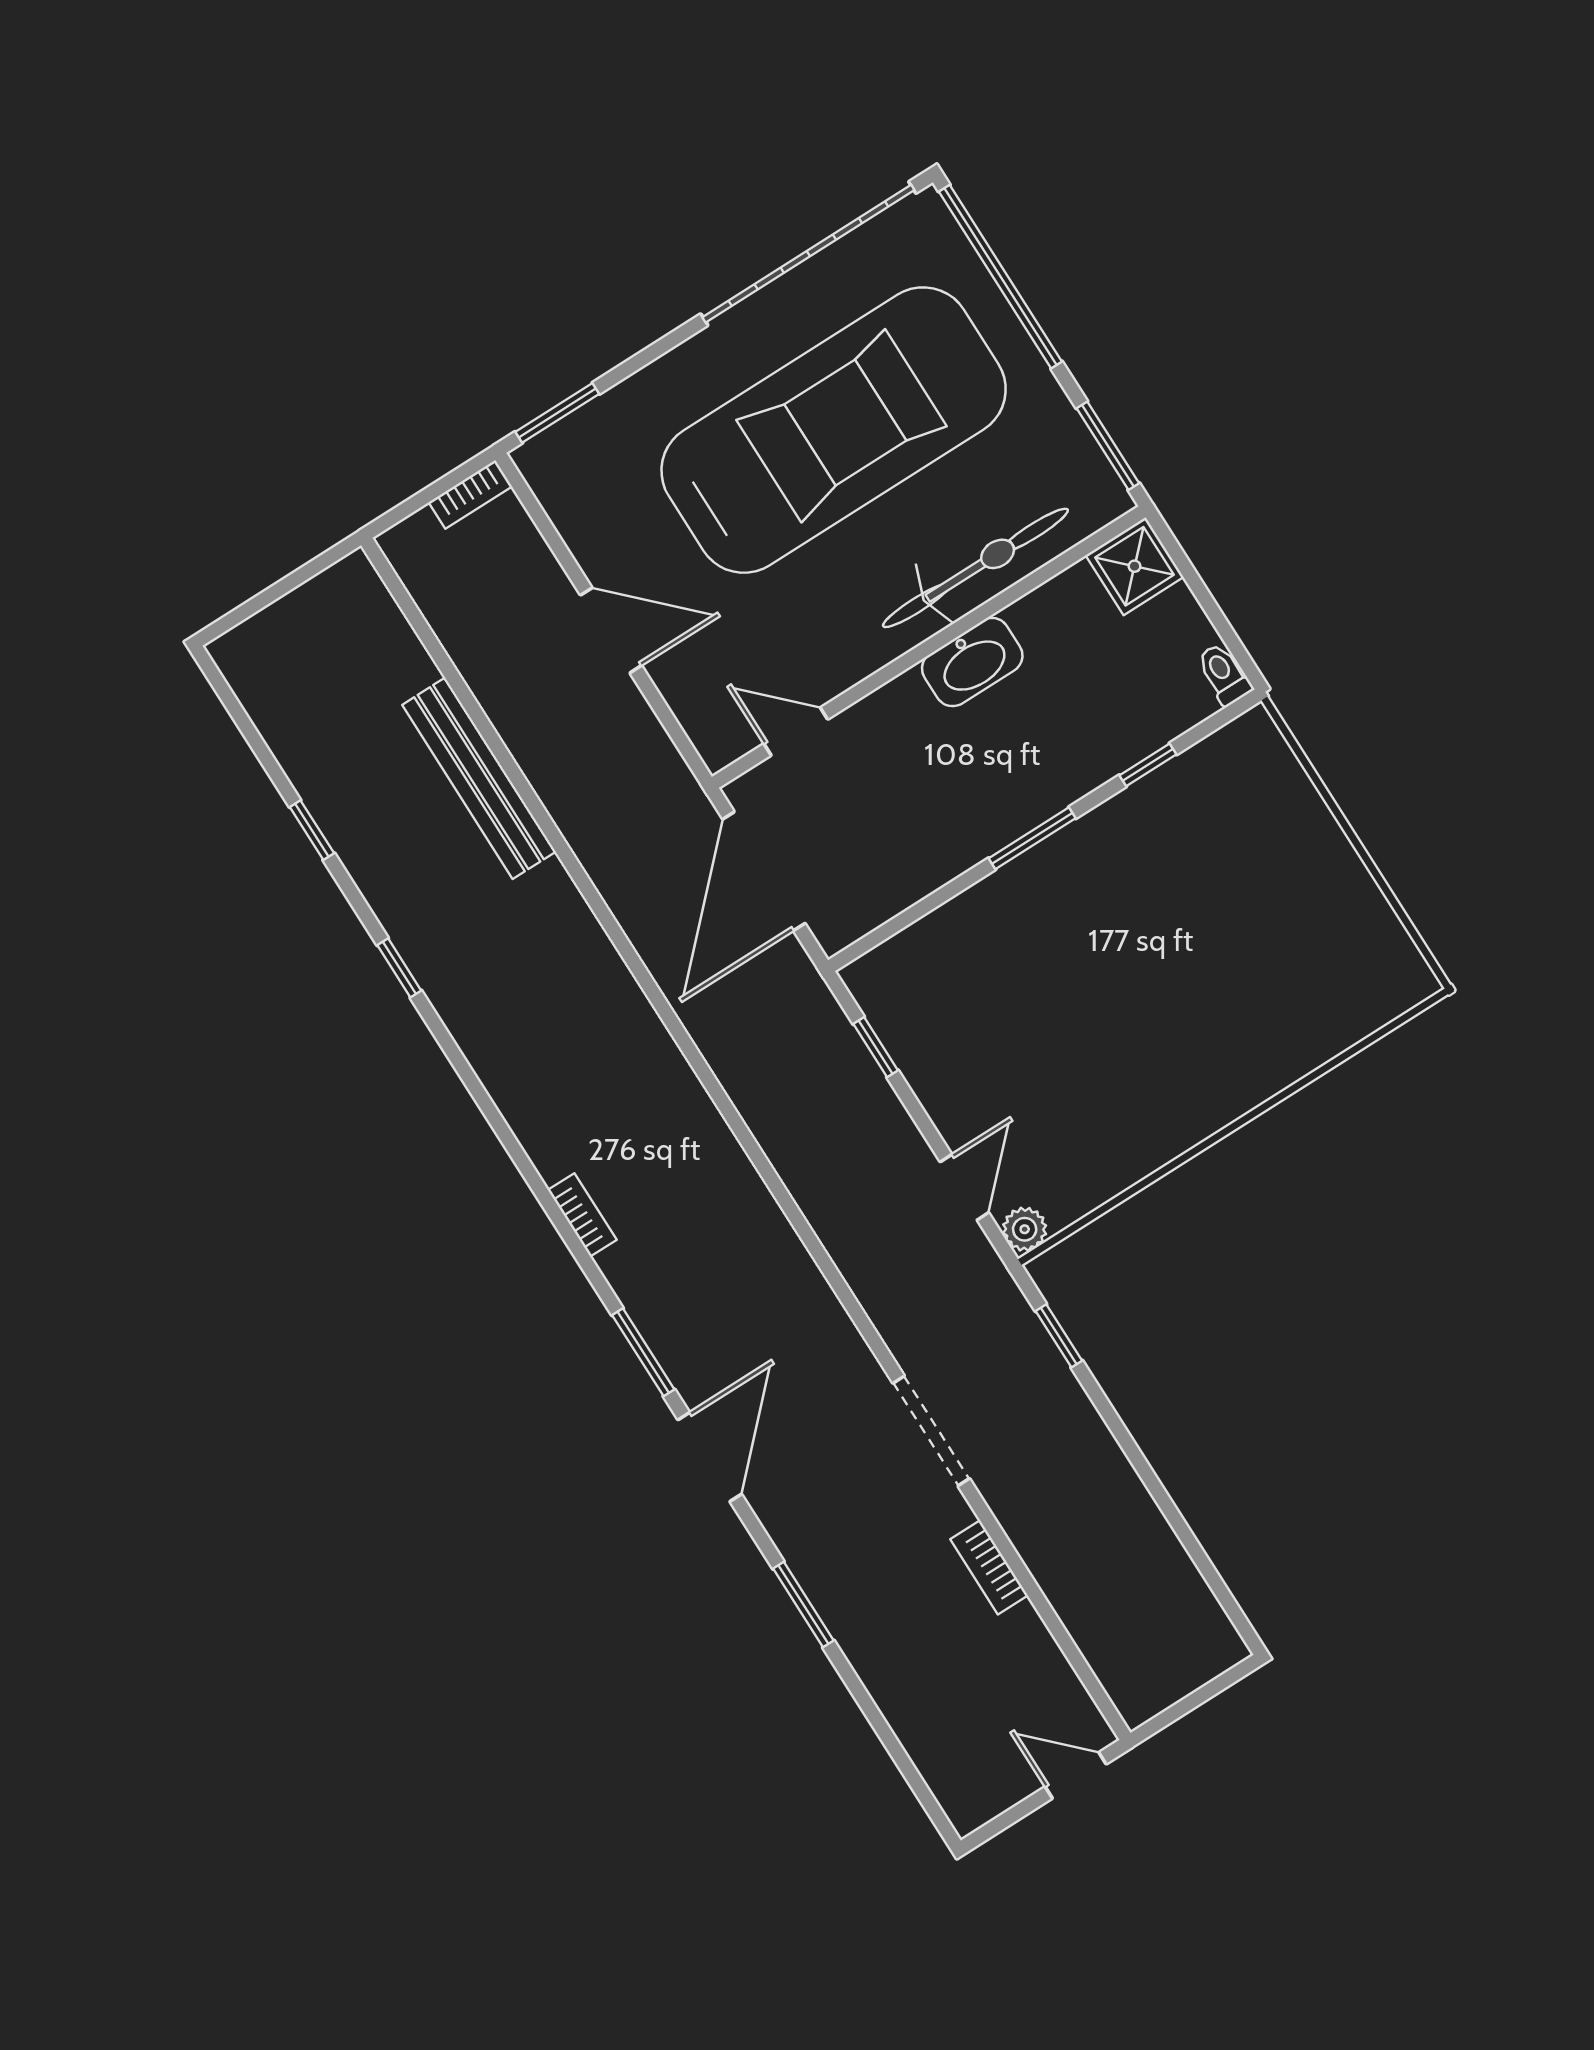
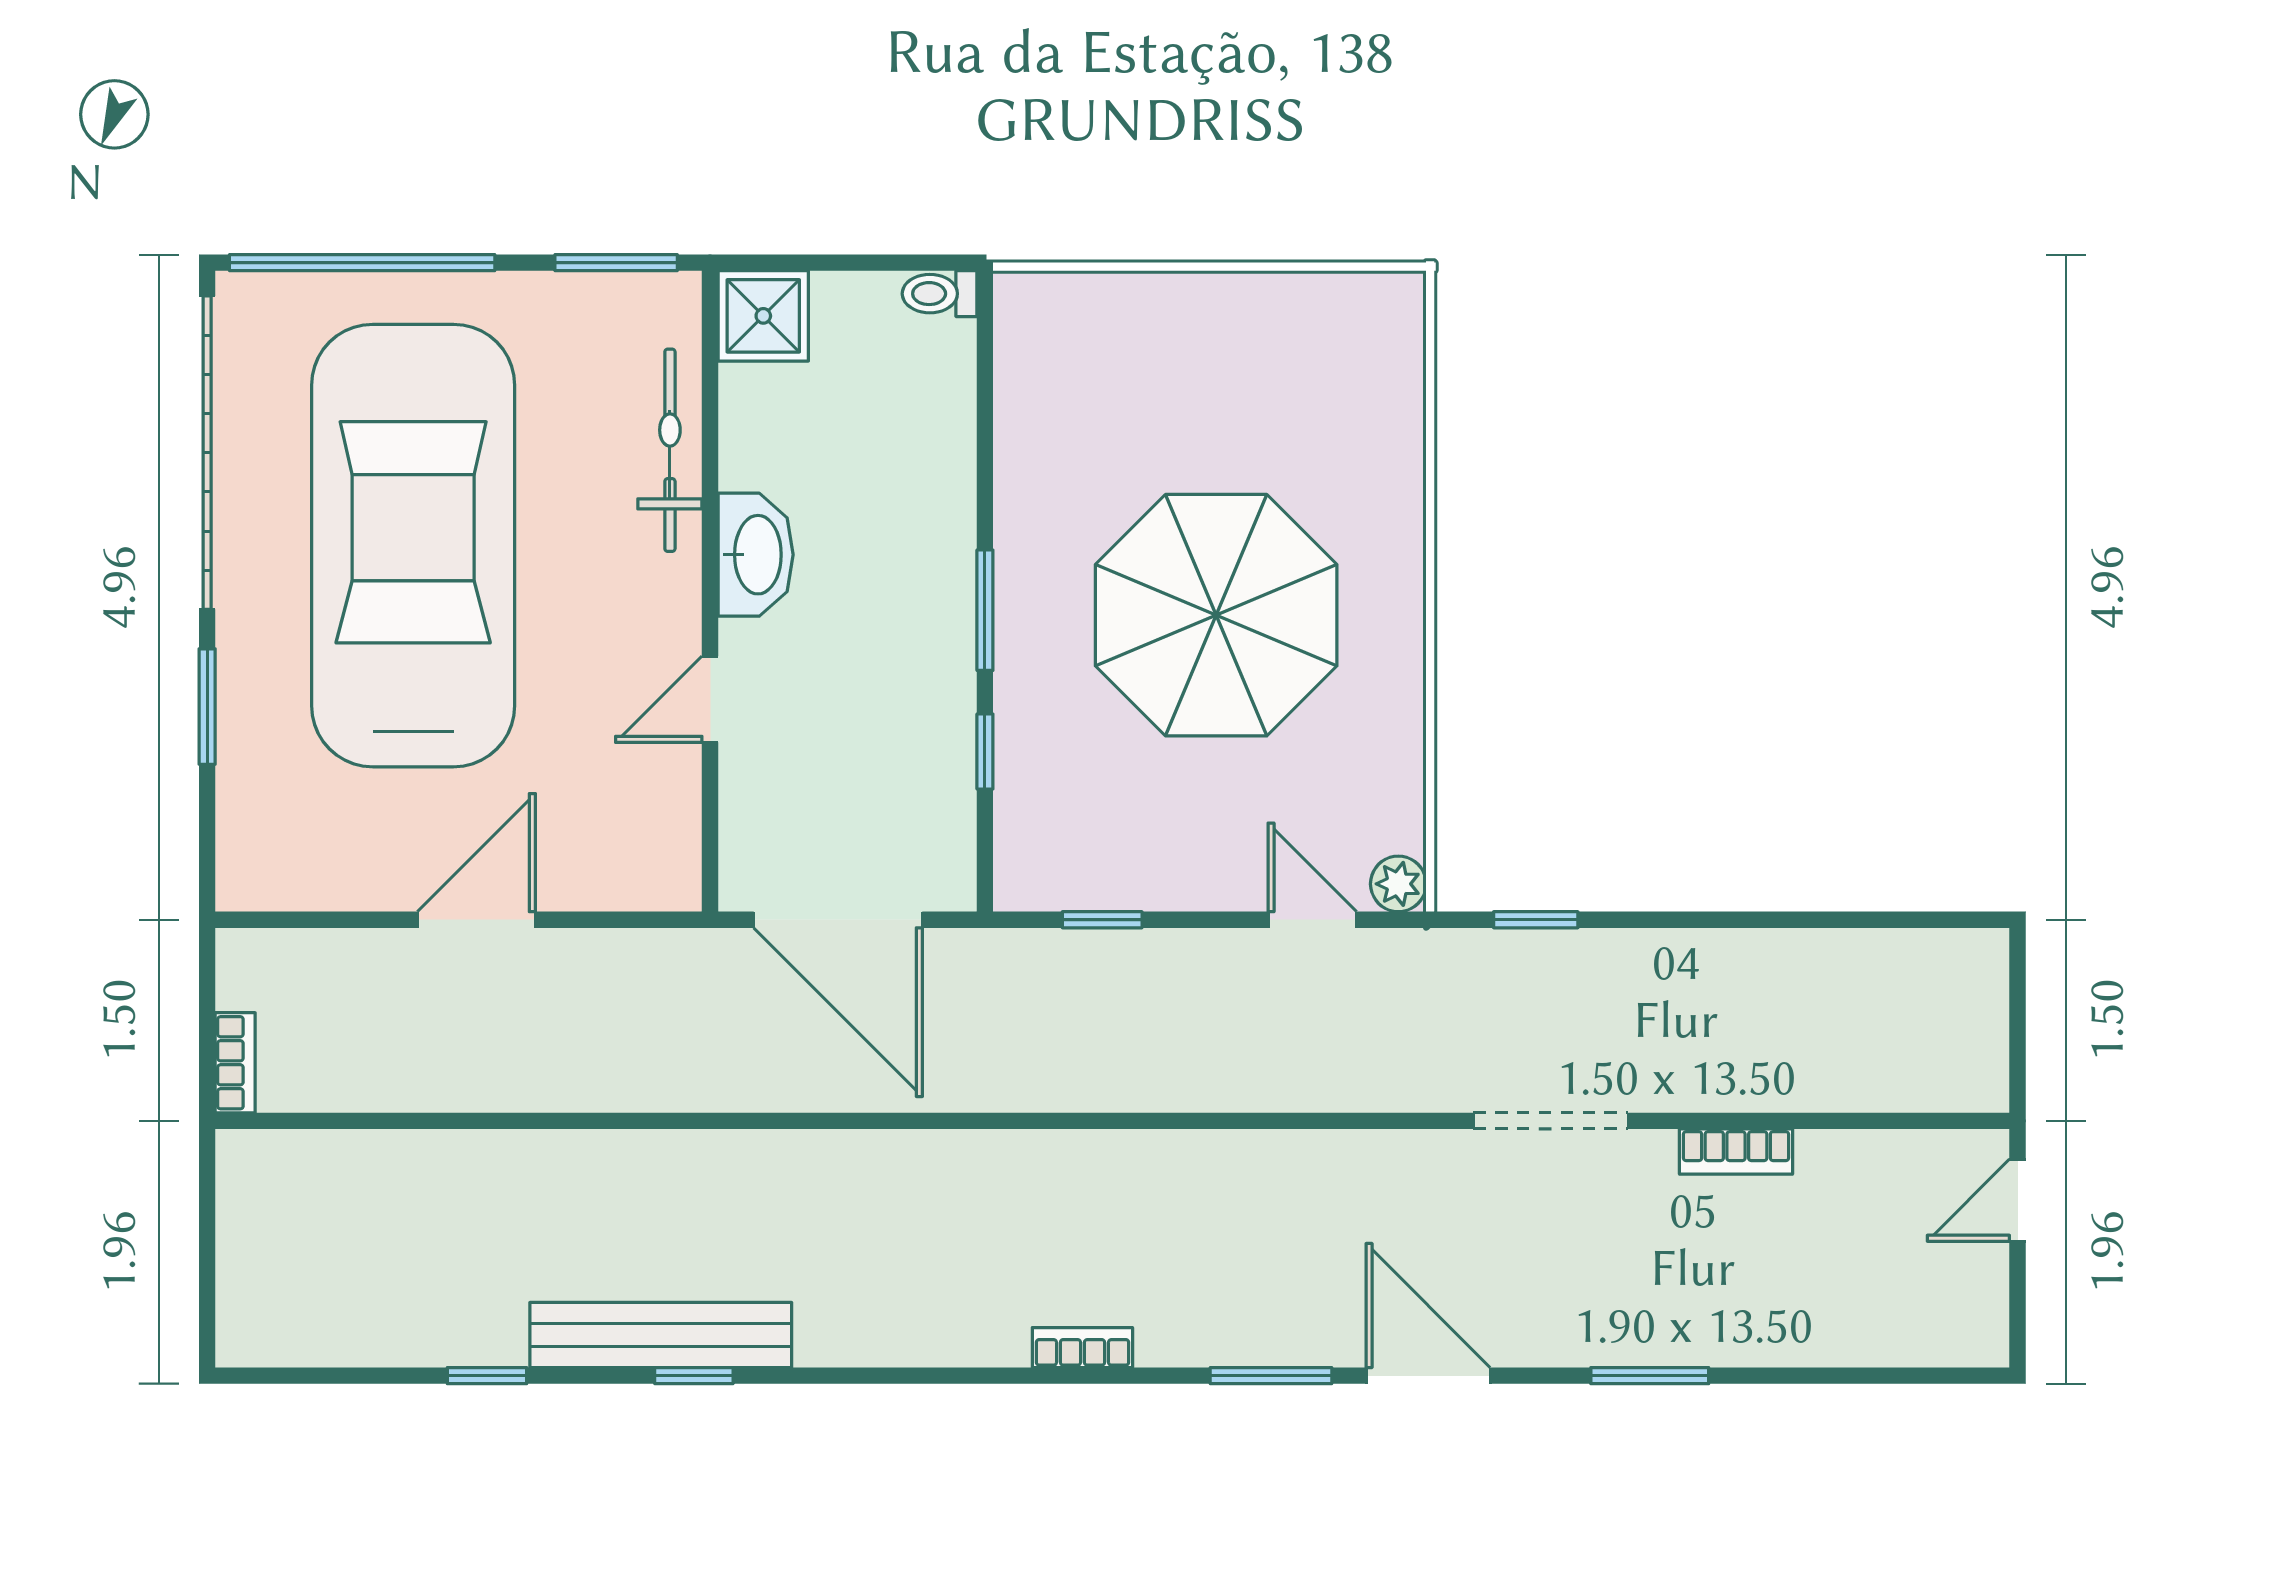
window: (557, 413) -> (207, 707), moved
bookcase: (470, 494) -> (235, 1063), moved
bicycle: (975, 568) -> (670, 450), width x0.73, depth x0.71
door: (796, 731) -> (710, 699), moved
window: (1148, 765) -> (985, 752), moved
bench: (479, 778) -> (661, 1335), moved
parasol: (1127, 994) -> (1216, 615), added

